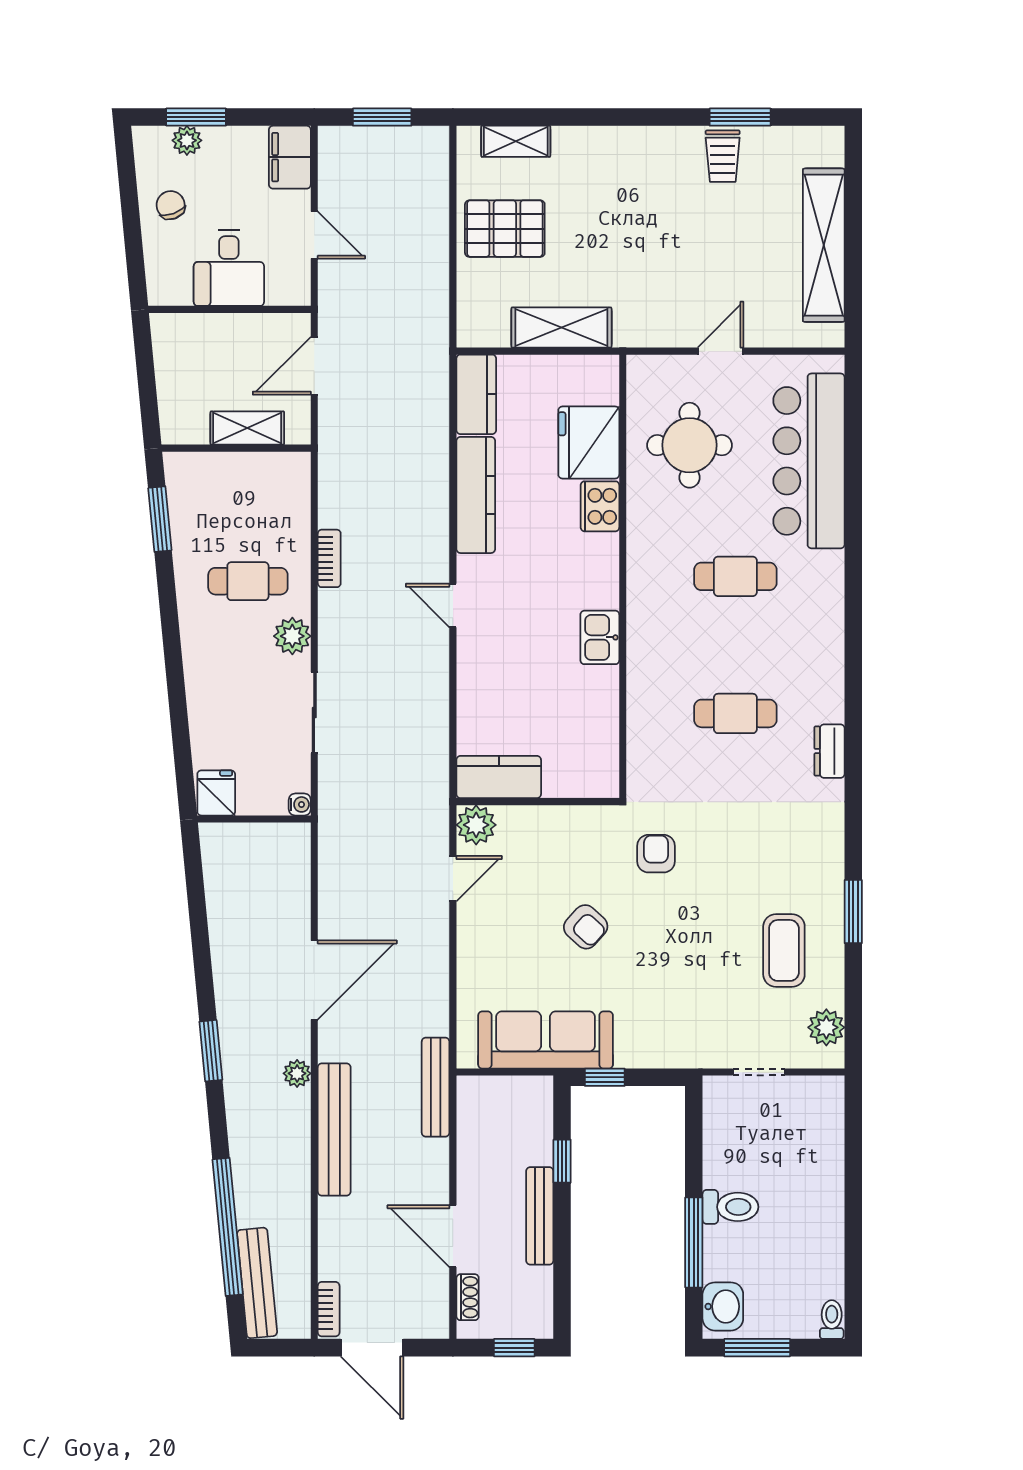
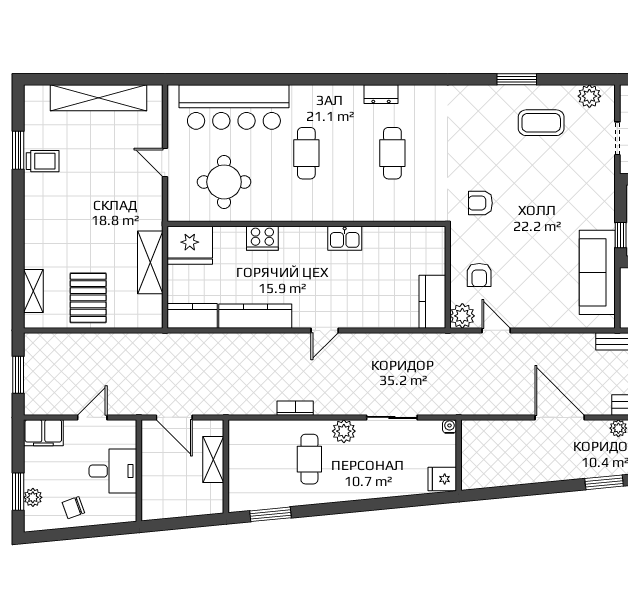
fridge: (589, 442) -> (190, 245), moved
dresser: (830, 751) -> (381, 94), moved
armchair: (586, 927) -> (479, 275), moved, turned 138

